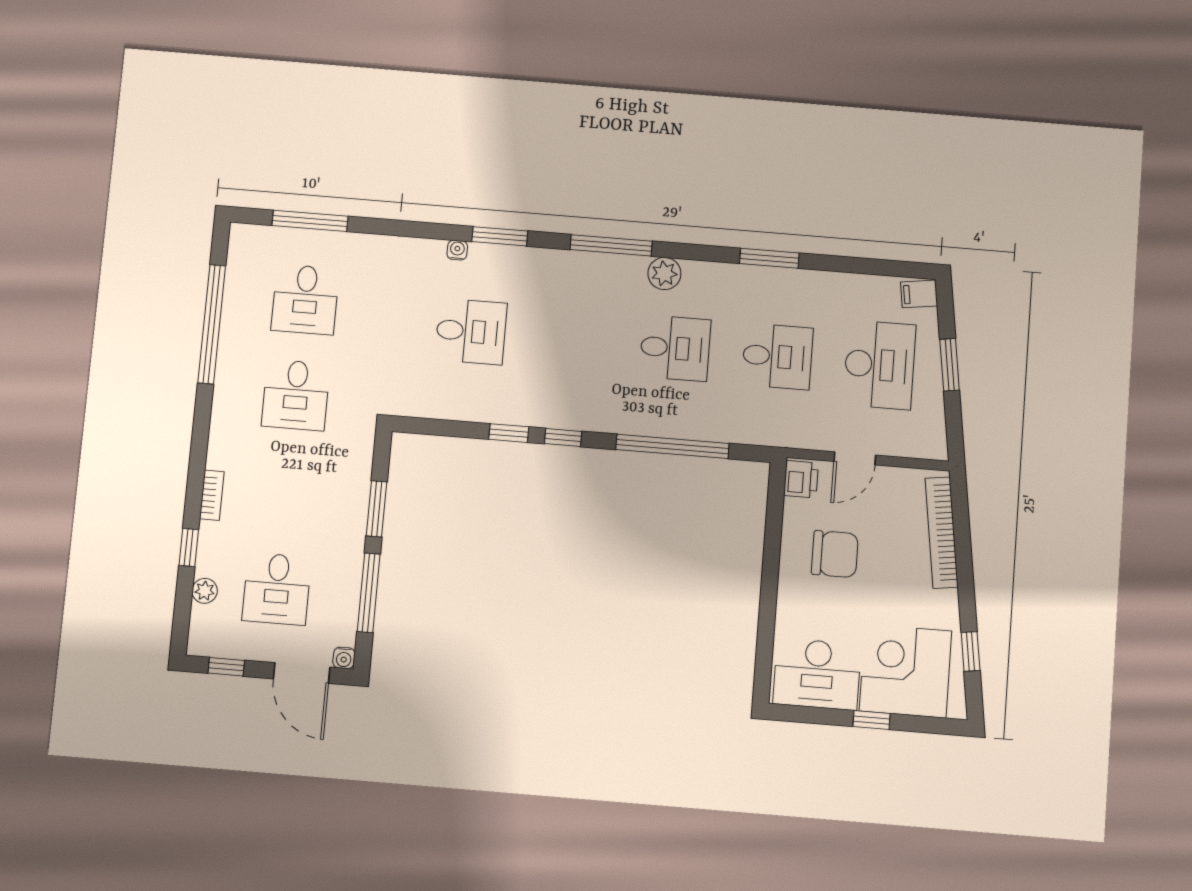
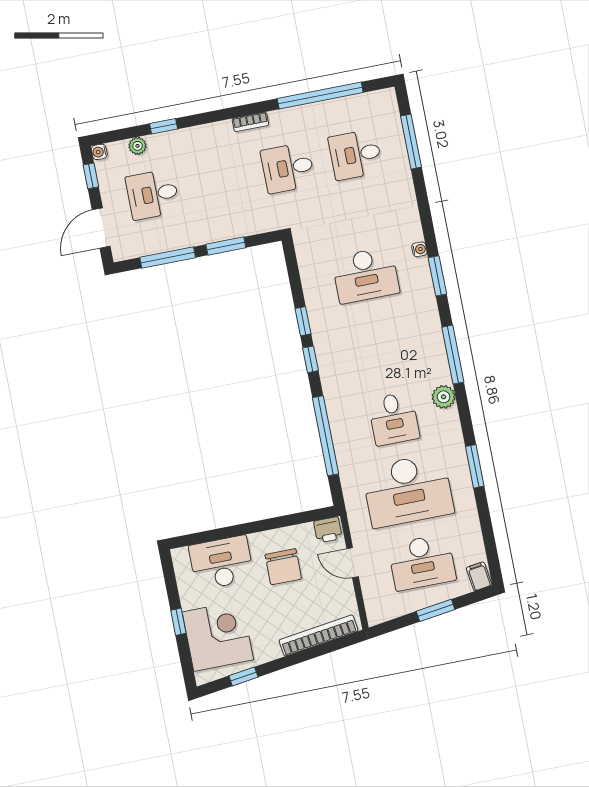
desk: (471, 331) -> (366, 275), width x1.37
desk: (777, 356) -> (408, 490), width x1.87, depth x1.30
bookcase: (212, 495) -> (250, 122), moved
water cooler: (344, 658) -> (99, 152), moved
desk: (817, 674) -> (221, 563), moved, turned 90

